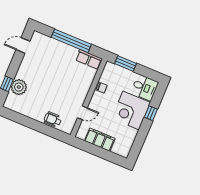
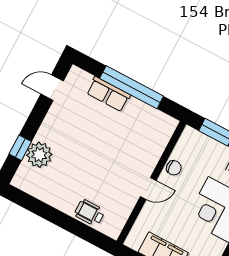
row of seats: (89, 59) -> (108, 94), moved
door: (82, 113) -> (148, 188), moved

